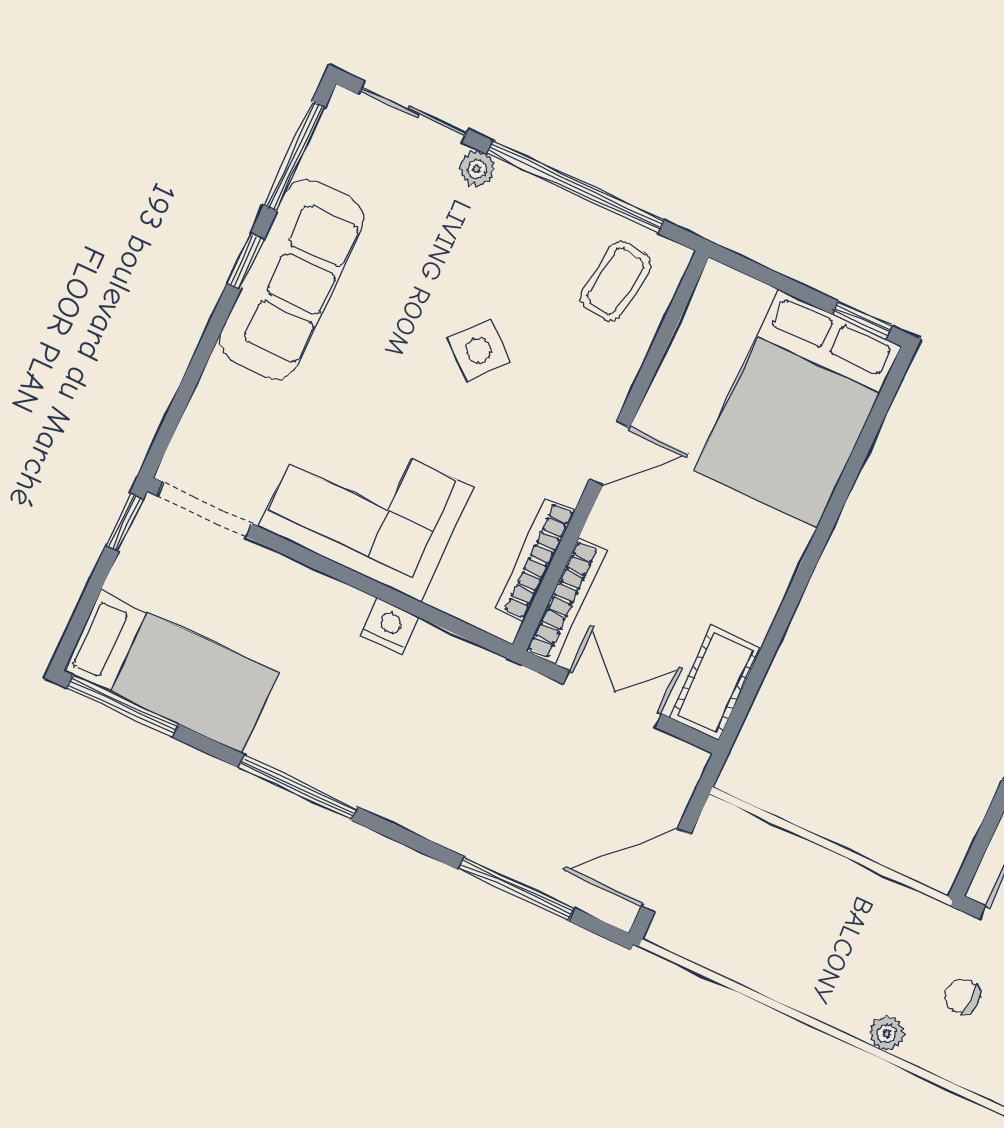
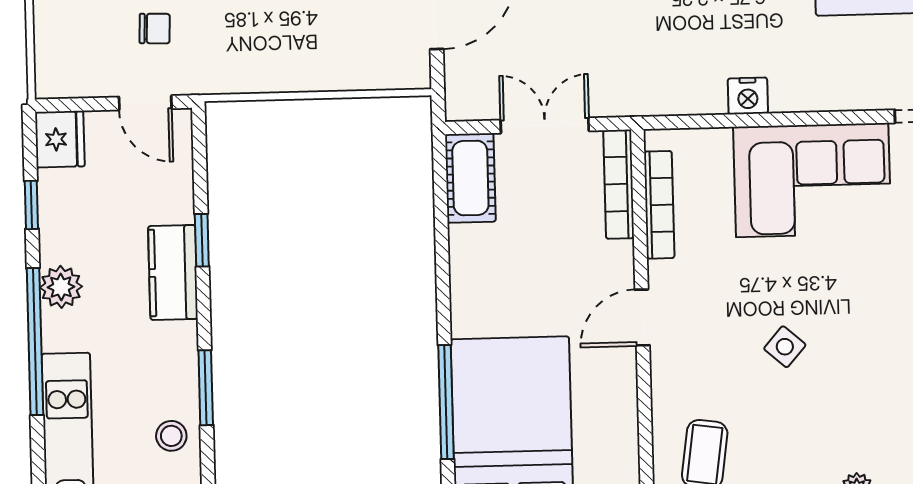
side table: (479, 350) -> (785, 347), width x0.73, depth x0.73
window: (854, 466) -> (446, 402), added
double door: (612, 699) -> (545, 125), swing flipped

